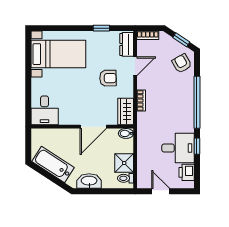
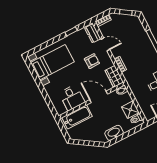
armchair: (182, 63) -> (134, 27), removed
door: (135, 66) -> (105, 44), hinge flipped
desk: (45, 110) -> (72, 98), moved
door: (93, 127) -> (99, 97), swing flipped
bathtub: (53, 164) -> (77, 117), moved, turned 147

